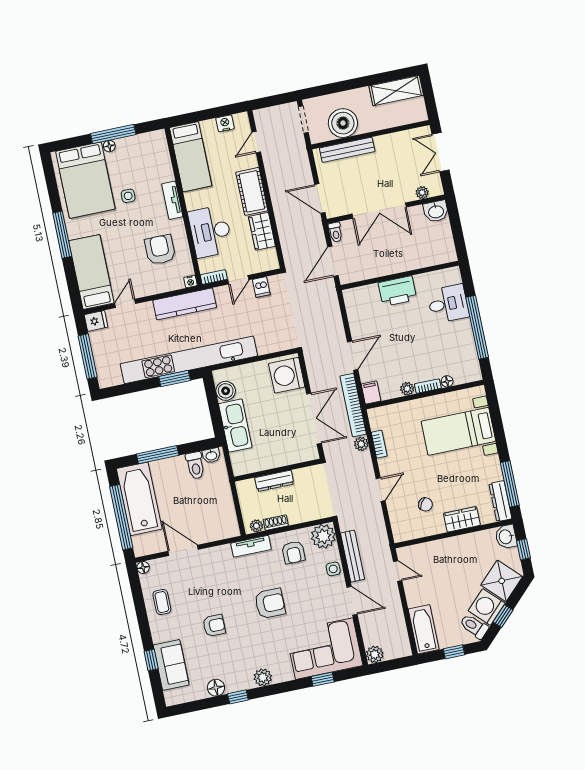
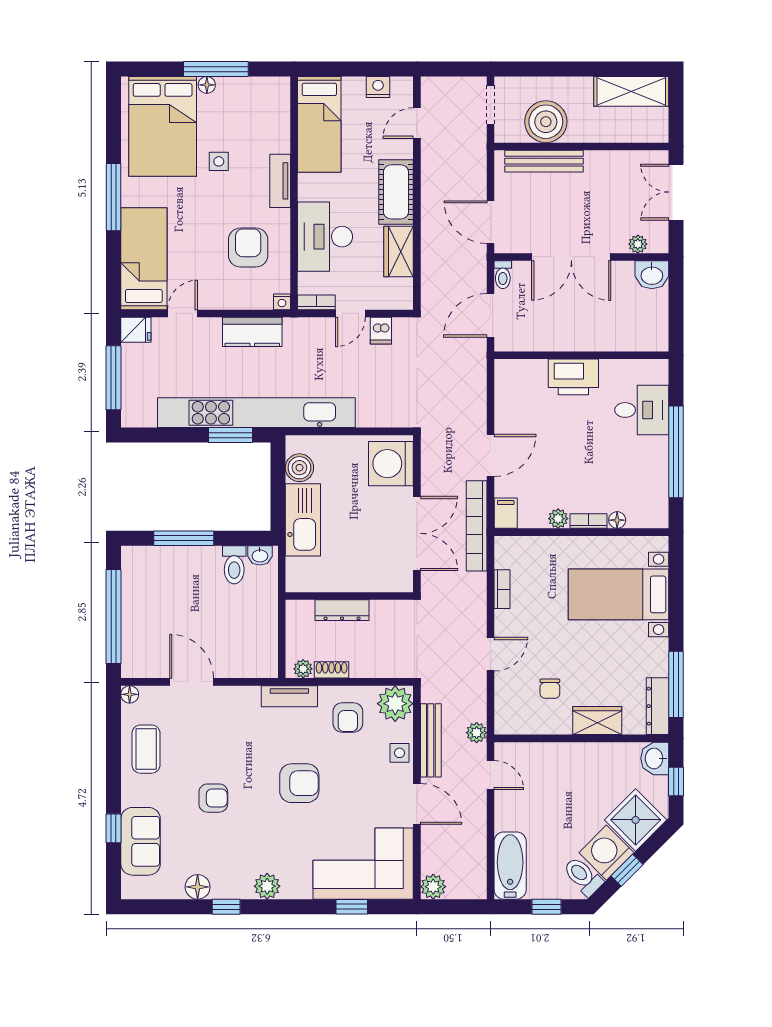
kitchen counter: (185, 304) -> (252, 332), width x0.67
plant: (361, 444) -> (477, 733), moved
bathtub: (139, 499) -> (144, 596), removed
chair: (425, 504) -> (550, 689), turned 57
coffee table: (162, 602) -> (146, 749), width x1.36, depth x1.30

